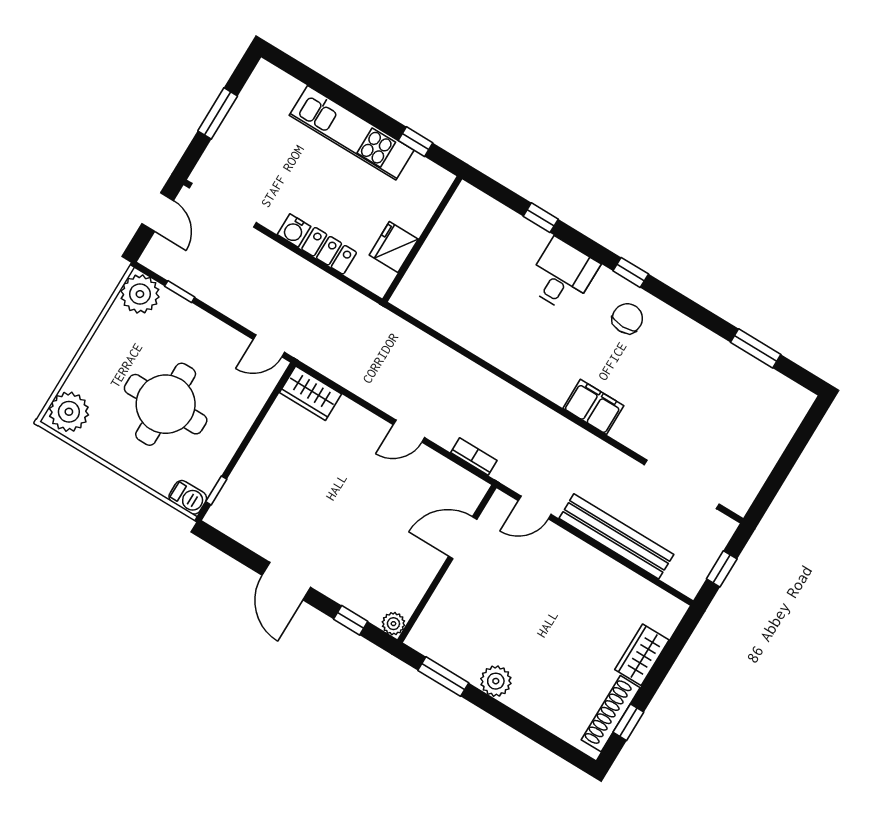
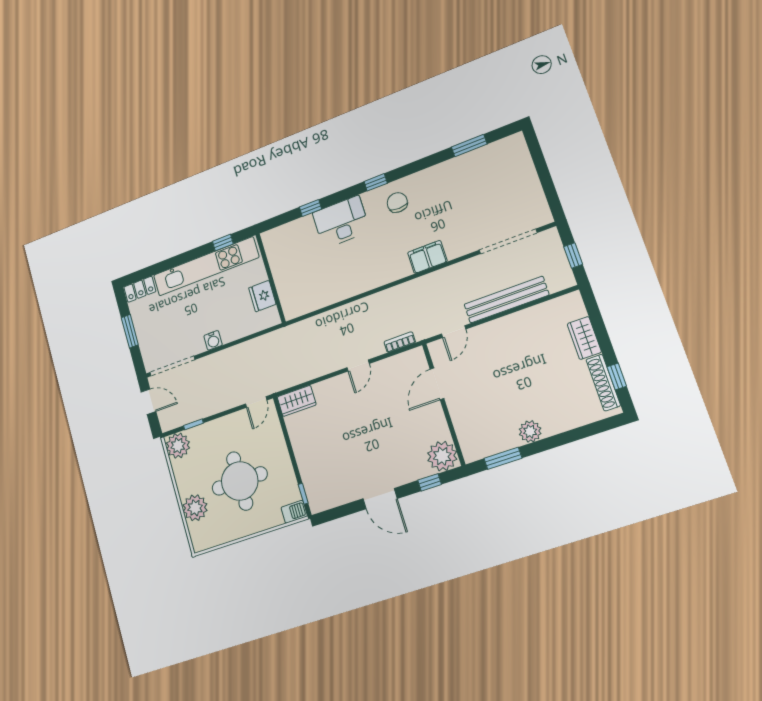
kitchen unit: (352, 133) -> (206, 266), width x1.36
locker: (329, 251) -> (140, 289), moved, turned 180
desk: (562, 275) -> (341, 222), width x1.37
plant: (69, 412) -> (195, 508), moved
plant: (393, 624) -> (442, 456), width x1.87, depth x1.87

